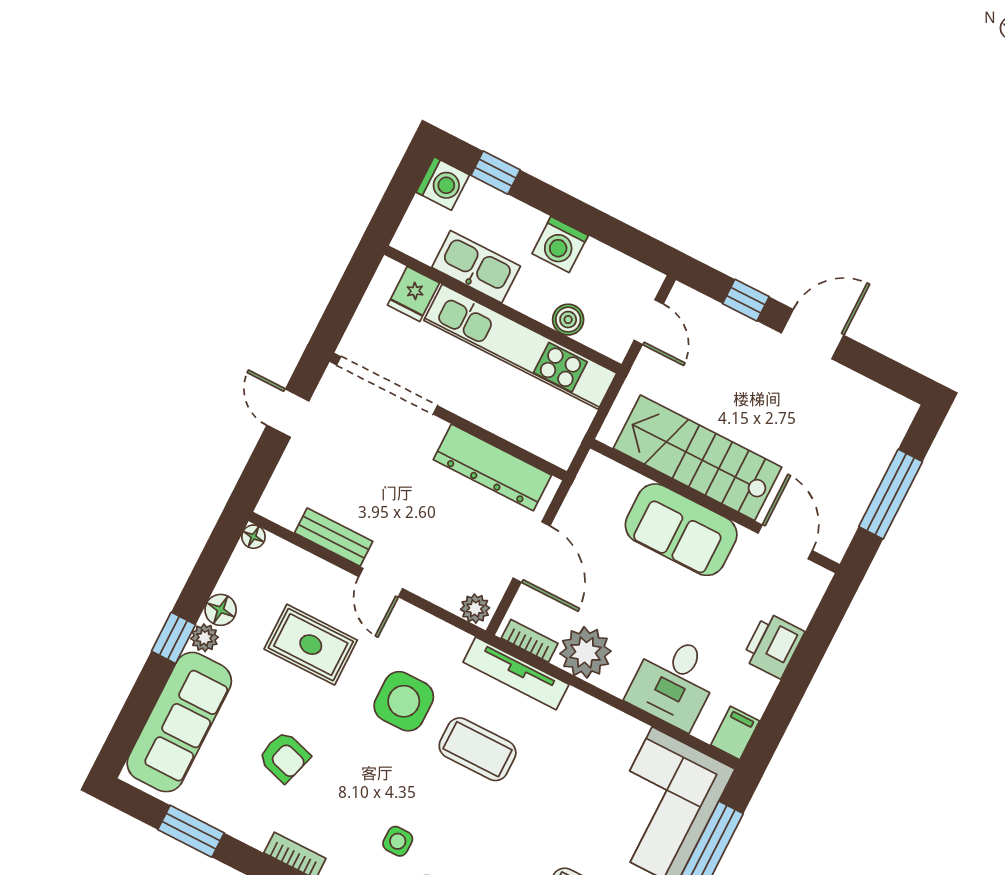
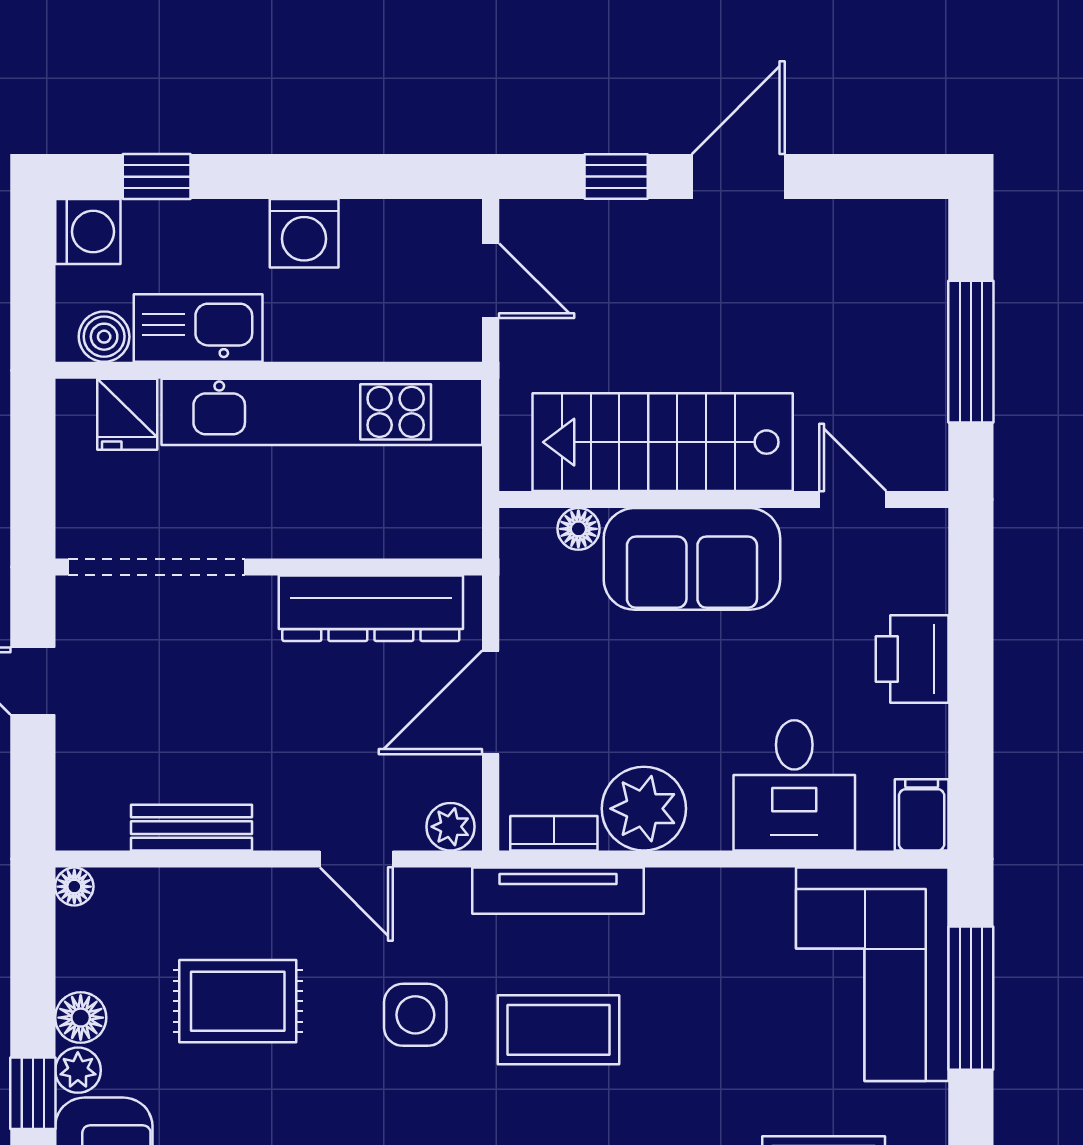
boiler: (568, 320) -> (104, 337), moved
floor lamp: (628, 482) -> (578, 529), added
door: (785, 542) -> (853, 500), width x0.73
door: (532, 552) -> (491, 702), swing flipped
door: (381, 583) -> (356, 859), moved
side table: (404, 701) -> (415, 1015), width x0.73, depth x0.73

